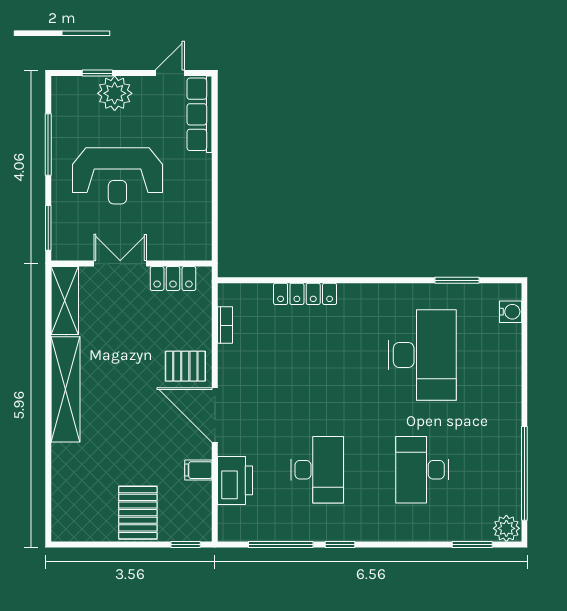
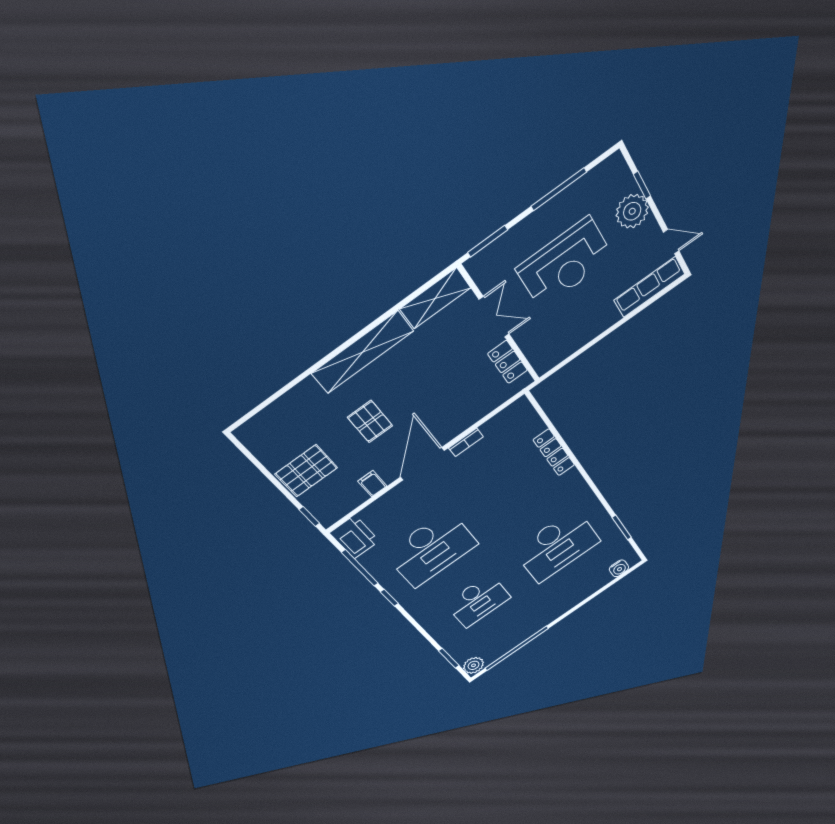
reception desk: (117, 176) -> (565, 263), turned -90
bookcase: (225, 325) -> (466, 442), moved
pallet: (185, 366) -> (370, 421), moved
desk: (317, 470) -> (431, 549), width x1.36, depth x1.30
desk: (422, 470) -> (478, 601), turned 180
printer: (235, 480) -> (355, 537), moved, turned -90

